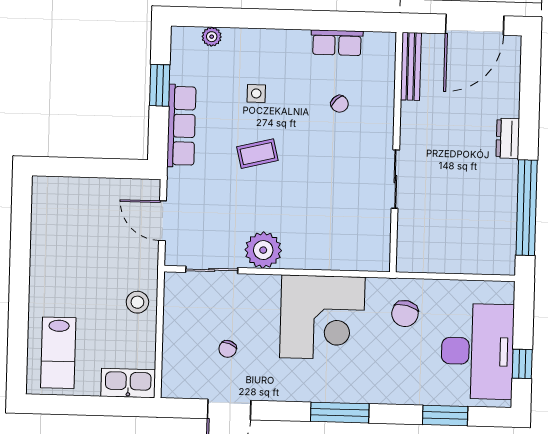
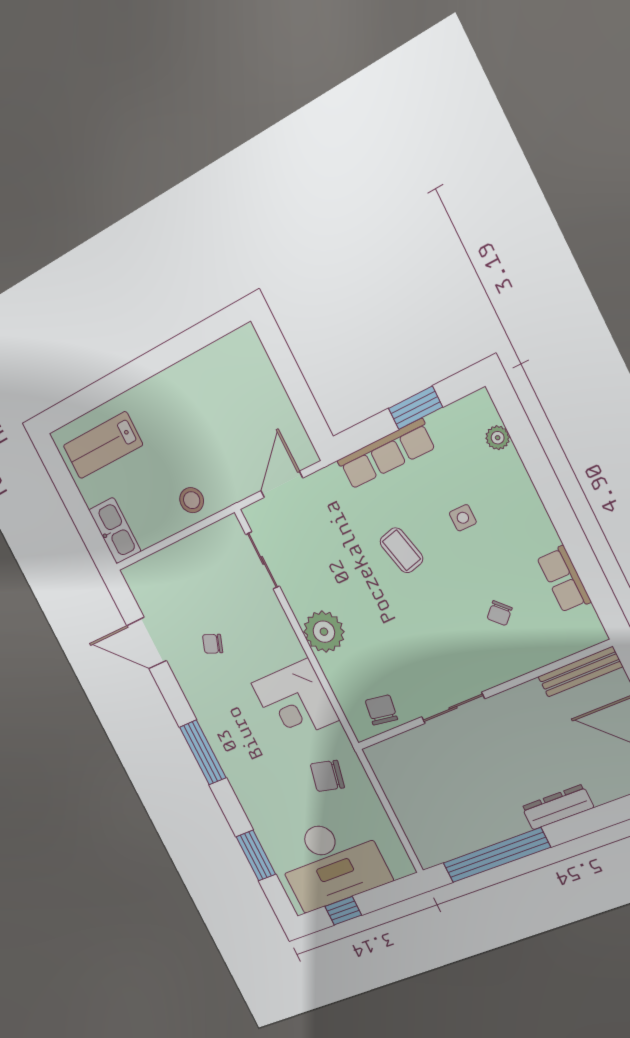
dresser: (508, 138) -> (558, 807), width x1.44
chair: (372, 238) -> (381, 710), added
plant: (263, 250) -> (324, 632), moved
corner desk: (322, 317) -> (295, 701), width x0.74, depth x0.74
chair: (228, 349) -> (213, 644), moved

